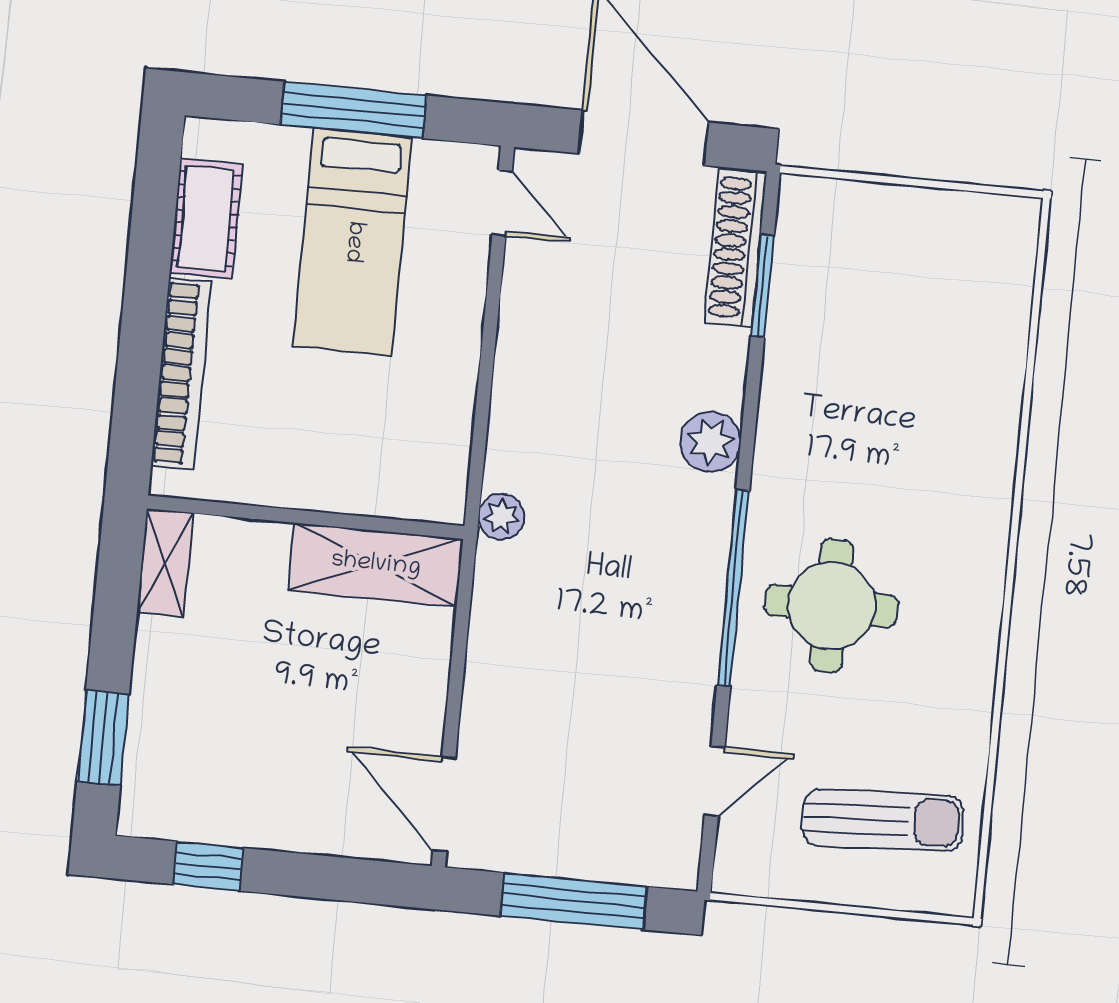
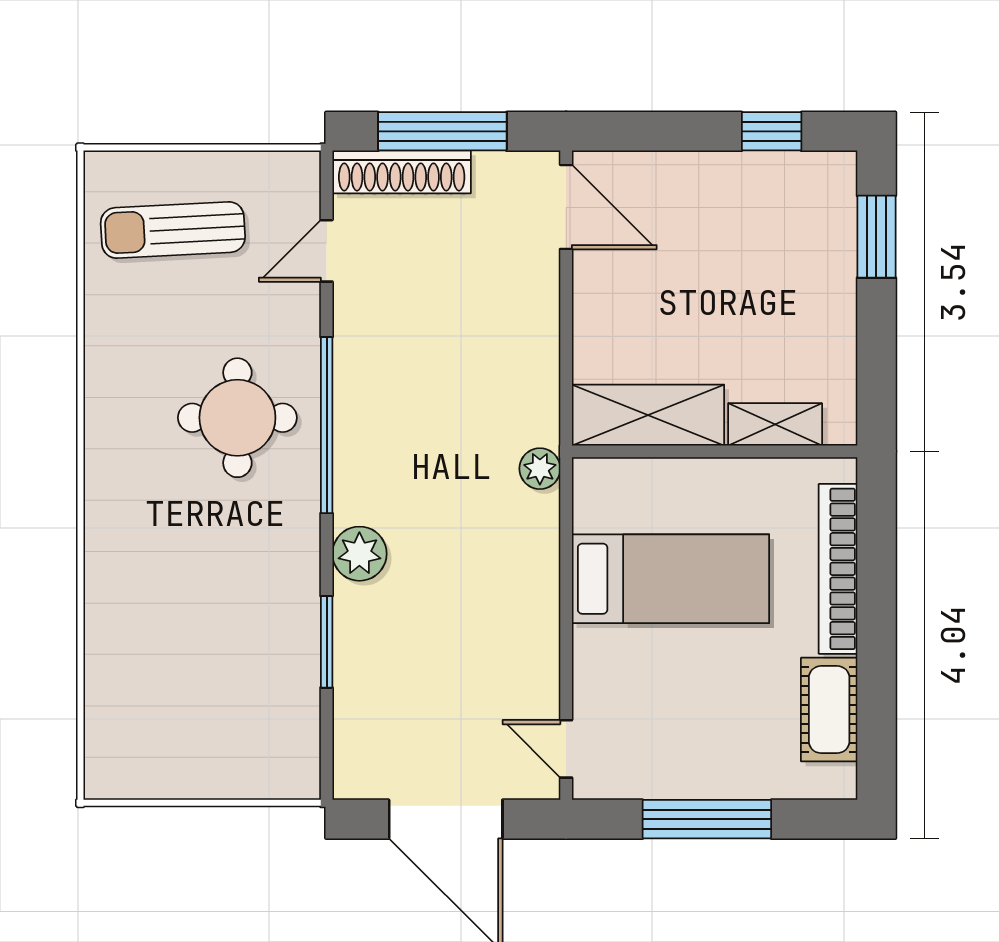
bed: (353, 242) -> (670, 579), moved, turned 90
shoe rack: (736, 248) -> (402, 172), moved, turned 90
window: (762, 286) -> (327, 642), moved
shelving: (165, 563) -> (775, 424), moved, turned 90

